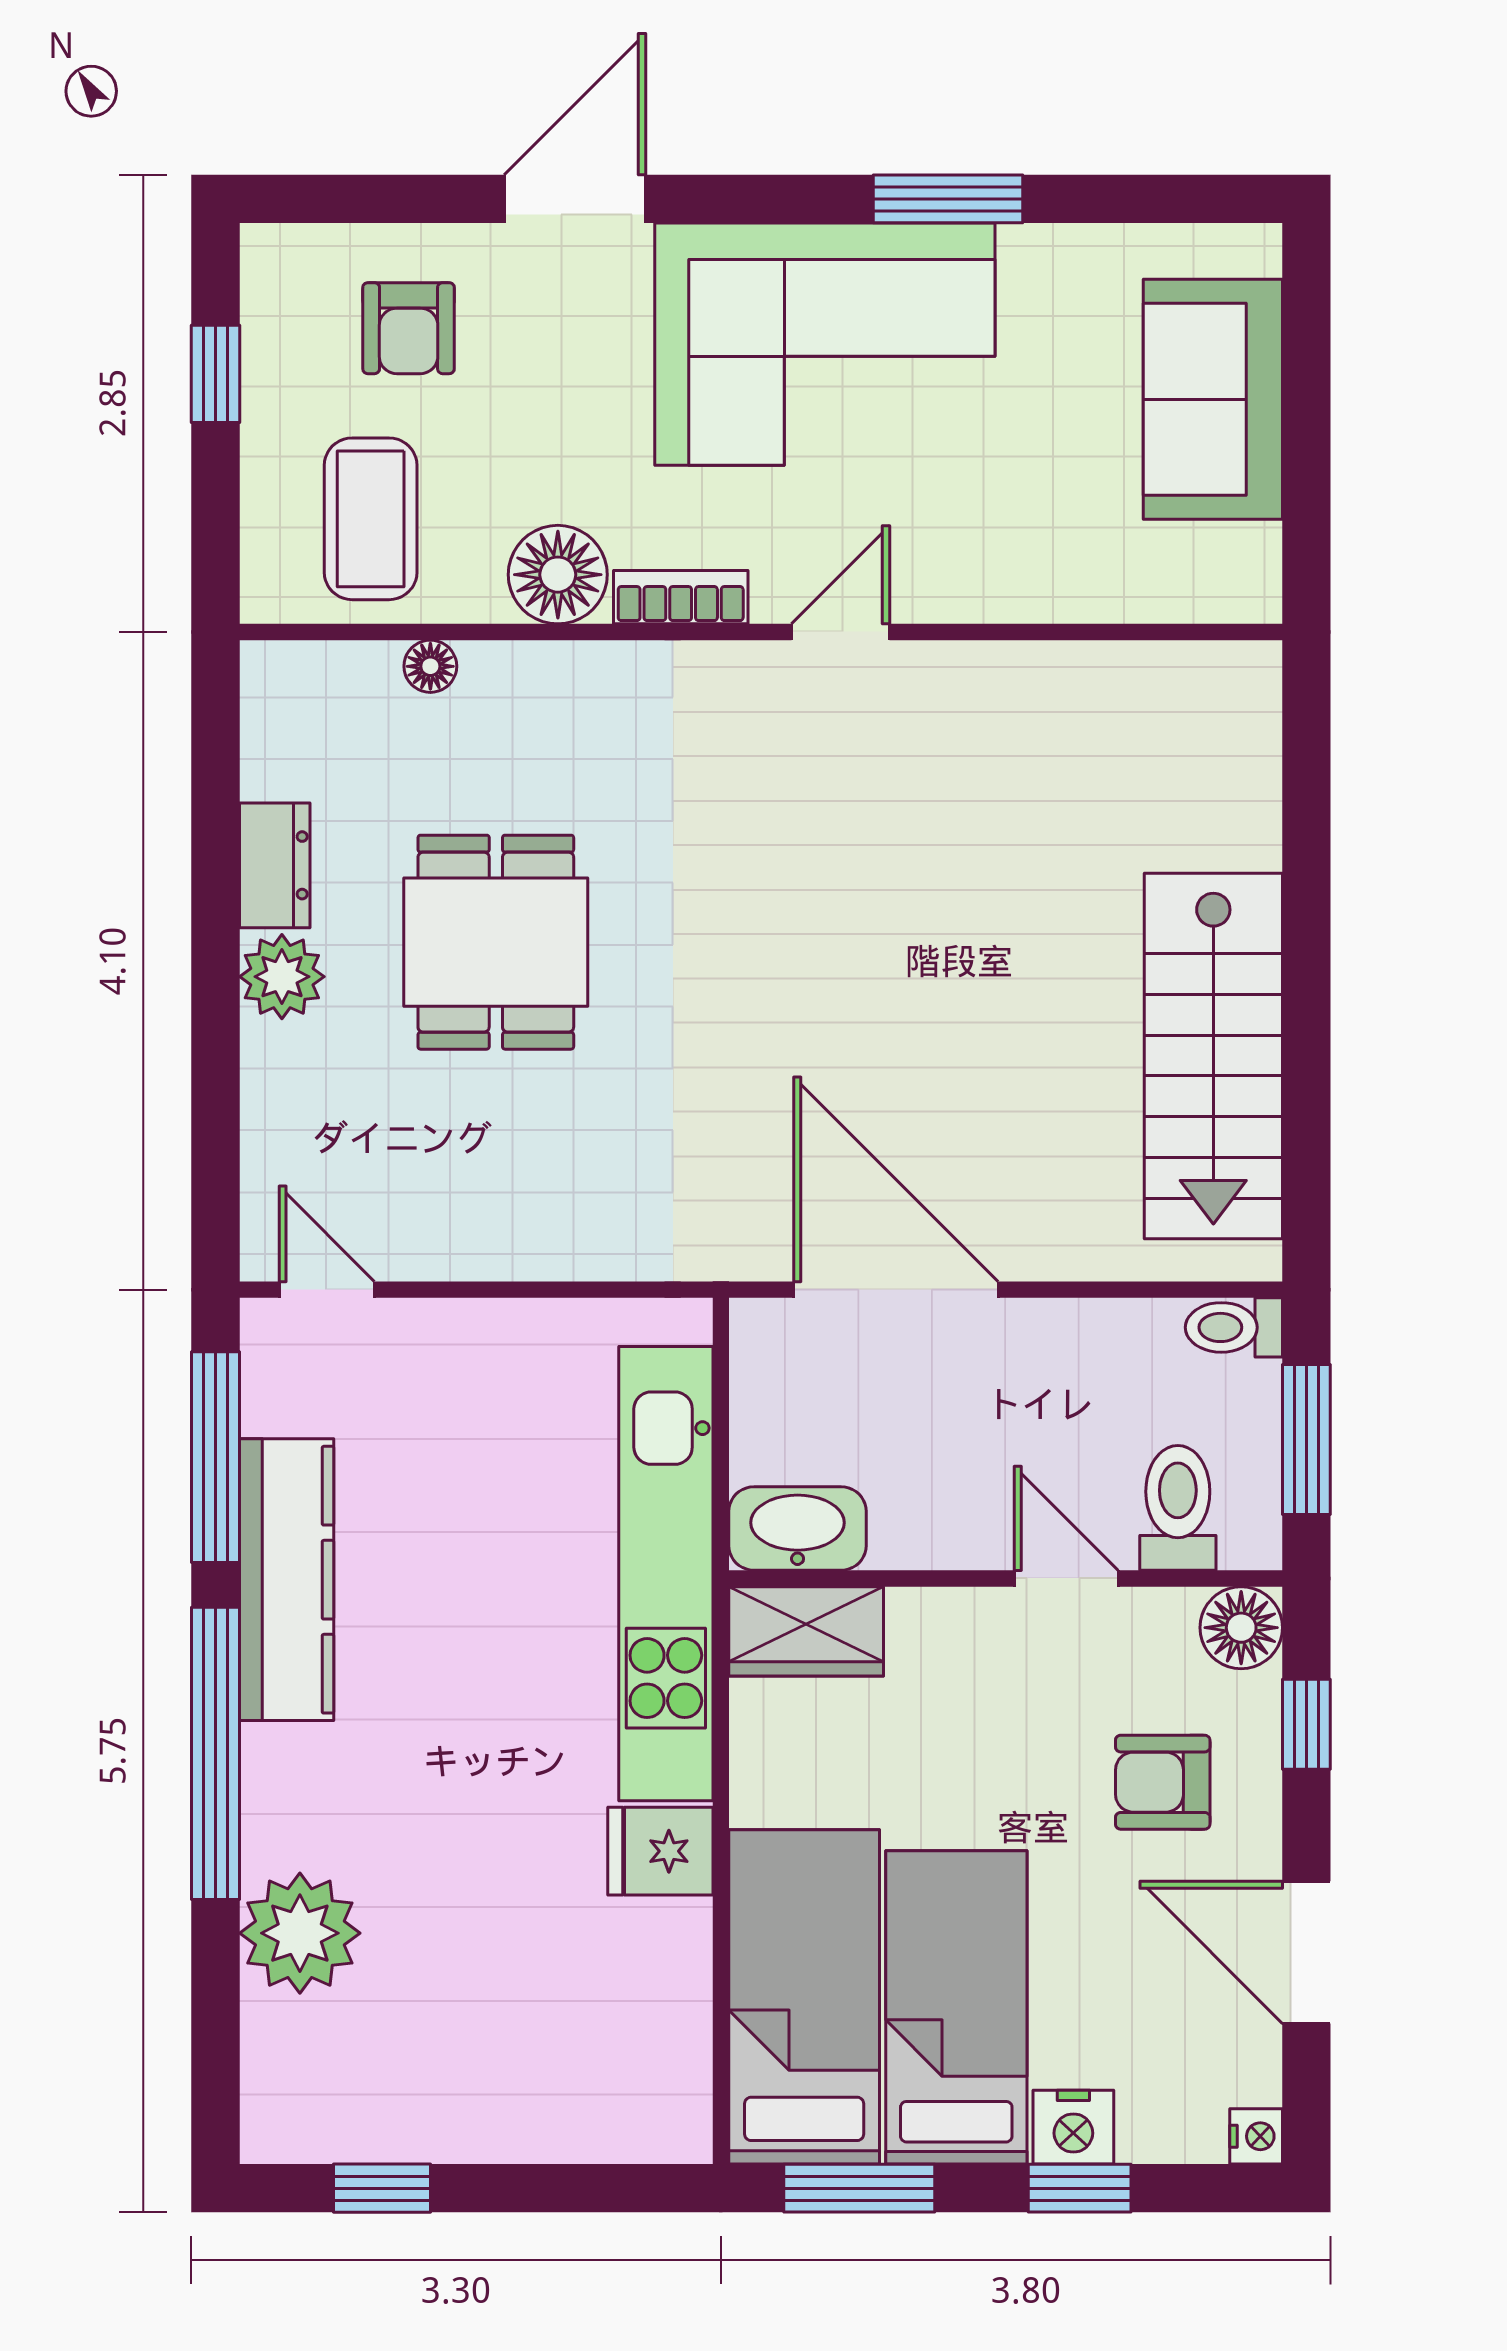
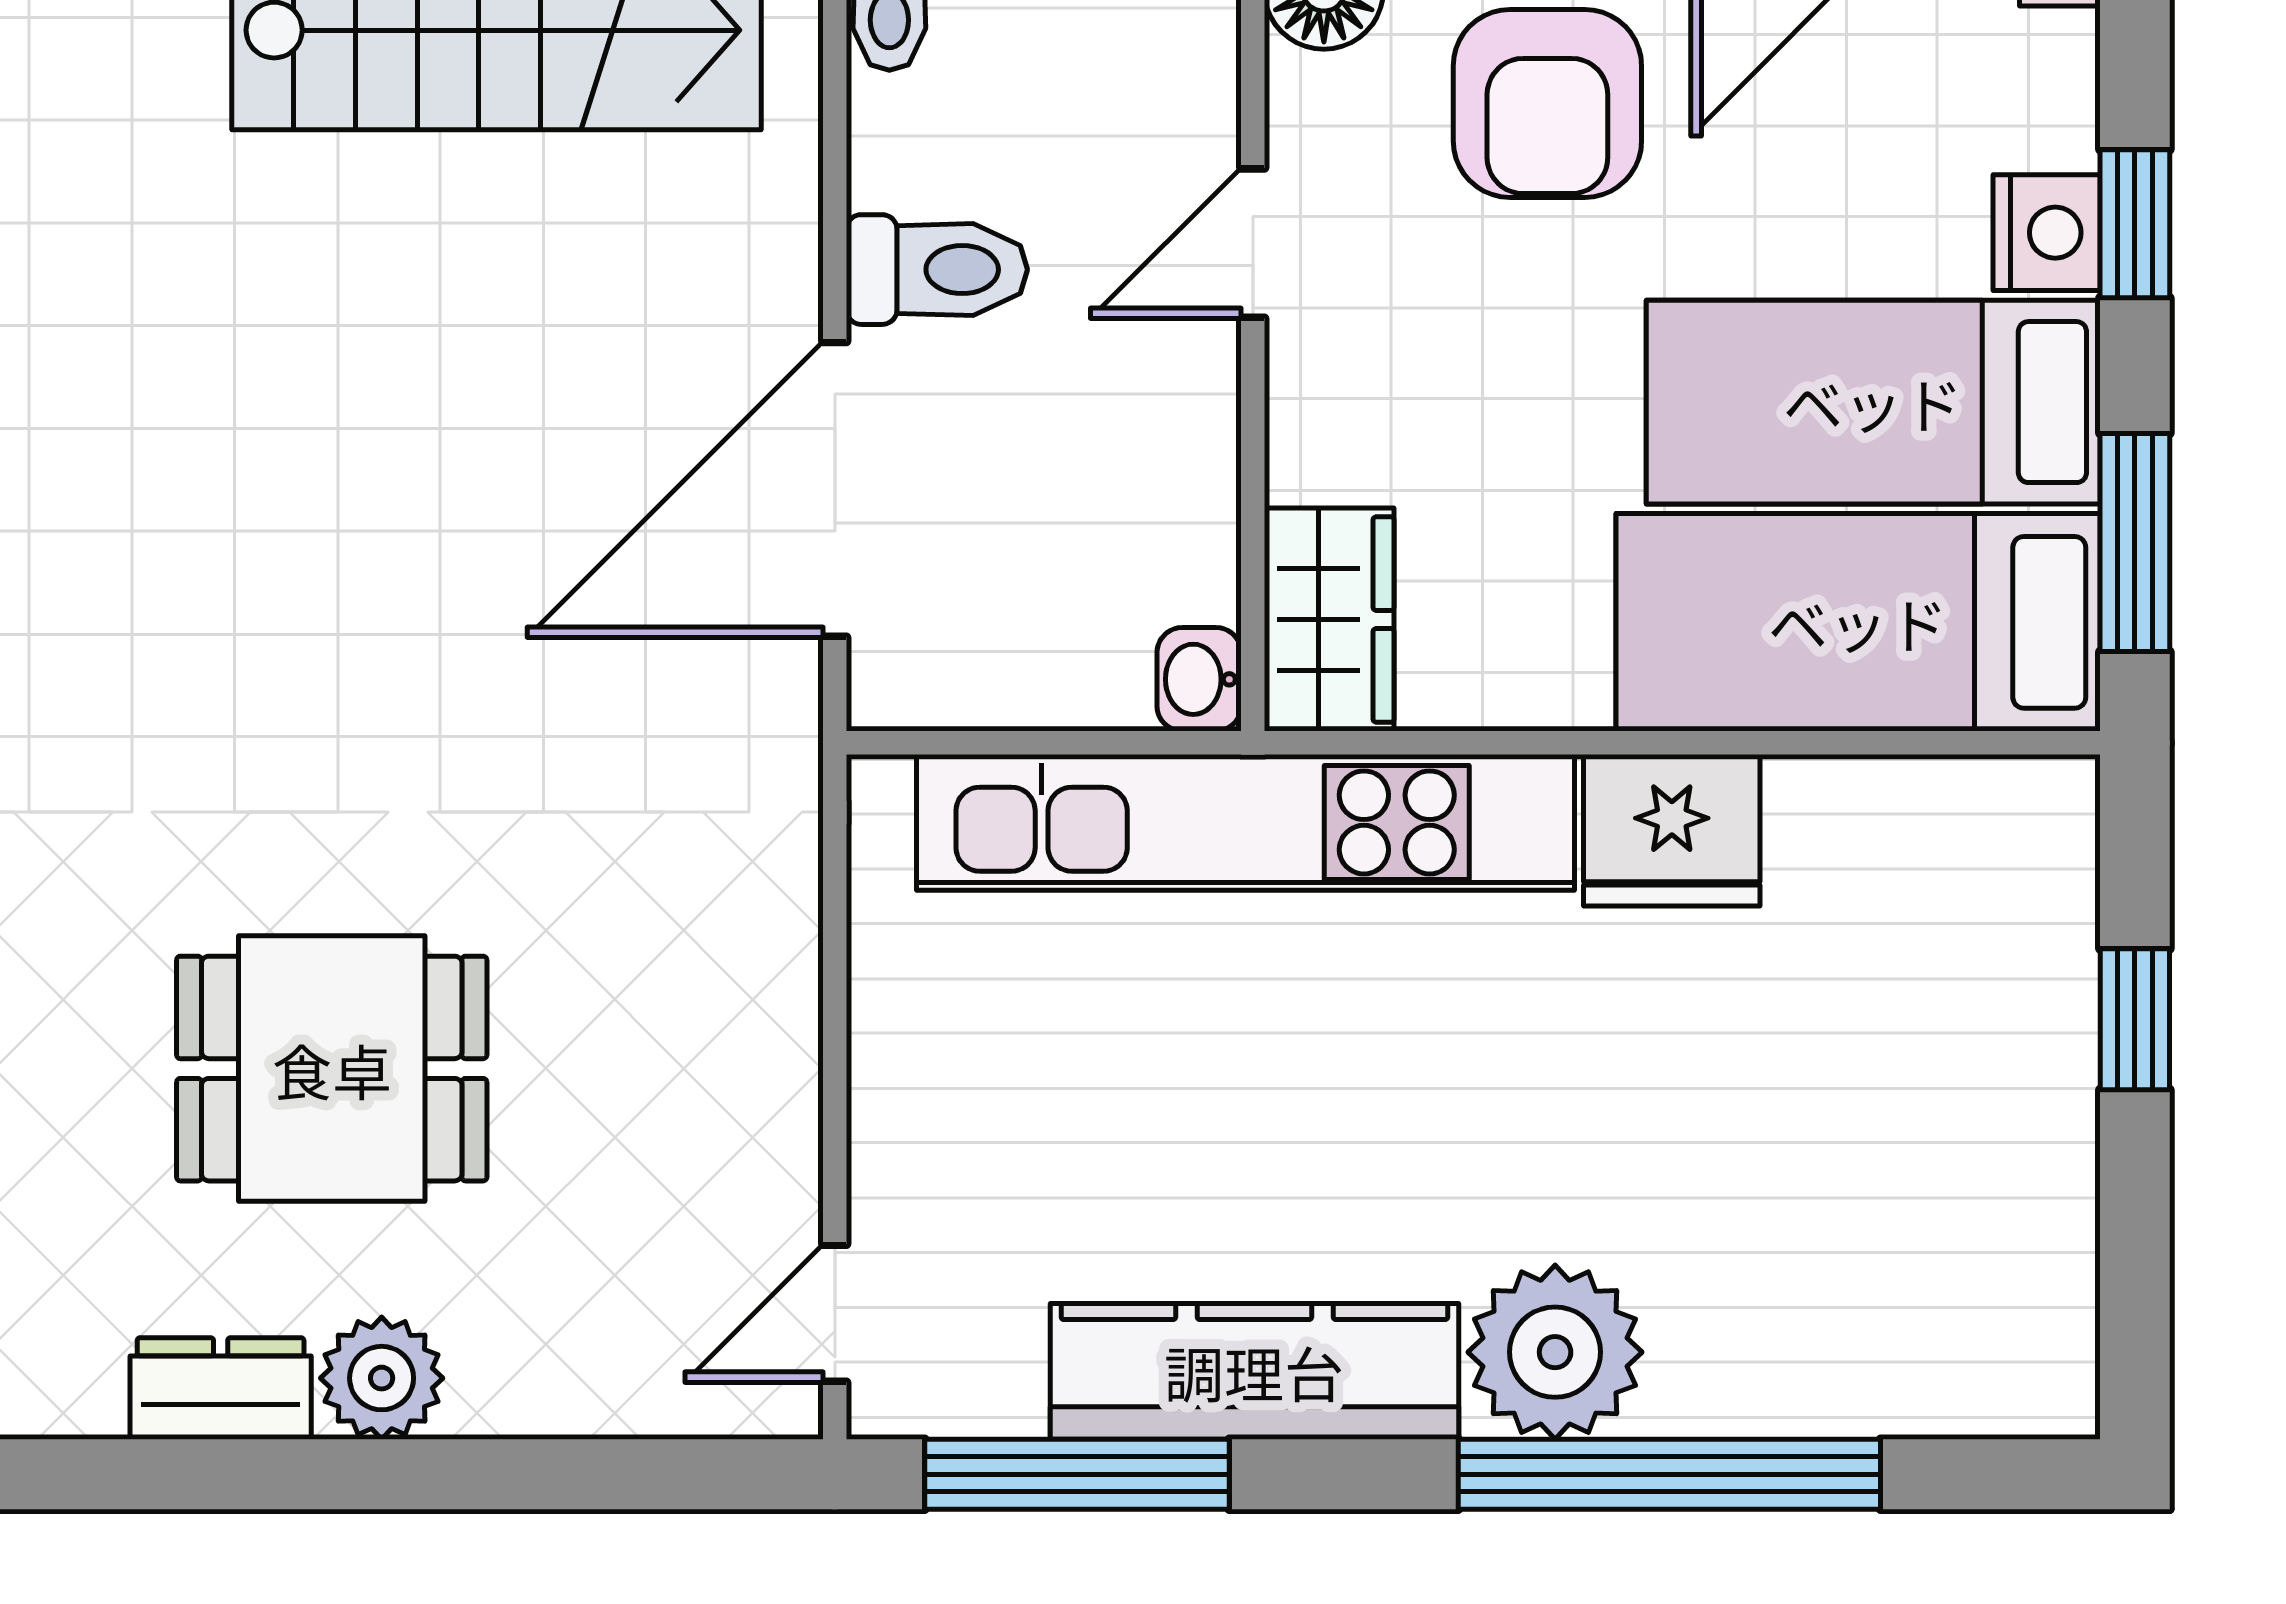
toilet: (1178, 1508) -> (937, 270), moved, turned 180
washbasin: (798, 1528) -> (1199, 679), width x0.52, depth x0.69
window: (216, 1753) -> (1669, 1474), moved
armchair: (1163, 1782) -> (1547, 103), width x1.38, depth x1.38
fridge: (660, 1851) -> (1672, 830), width x1.38
plant: (300, 1933) -> (1555, 1352), moved
window: (382, 2188) -> (2135, 1019), moved

